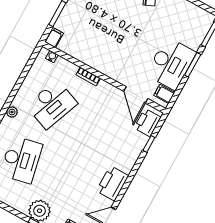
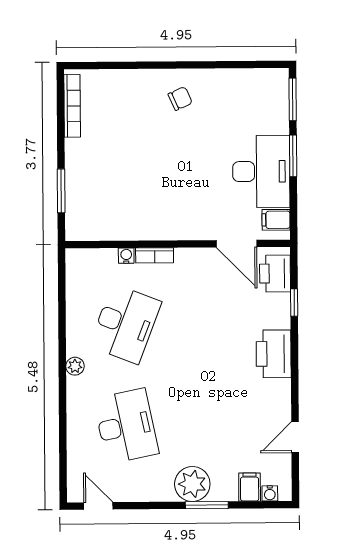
filing cabinet: (54, 38) -> (75, 227), removed
water cooler: (52, 56) -> (126, 256), moved
printer: (113, 183) -> (274, 354), moved

